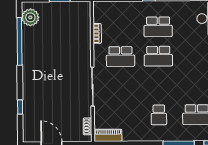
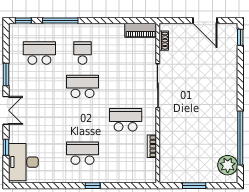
school desk: (158, 56) -> (83, 86), moved
window: (20, 107) -> (240, 37), moved

